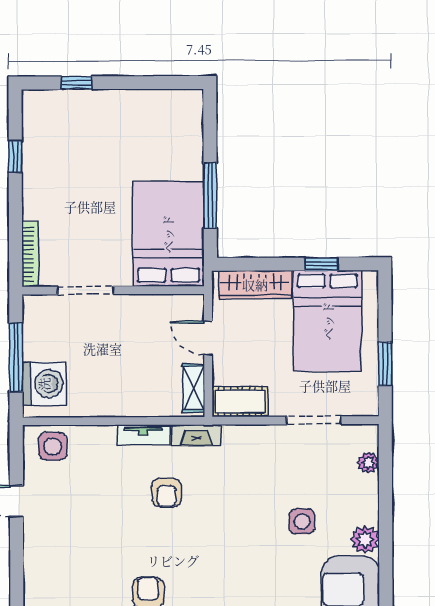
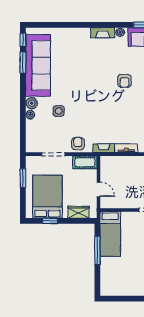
bed: (168, 234) -> (110, 234), width x0.67
wardrobe: (255, 285) -> (78, 212), width x0.67
shelving: (194, 388) -> (105, 168), removed
plant: (368, 463) -> (30, 115), moved
armchair: (167, 492) -> (78, 144), moved

